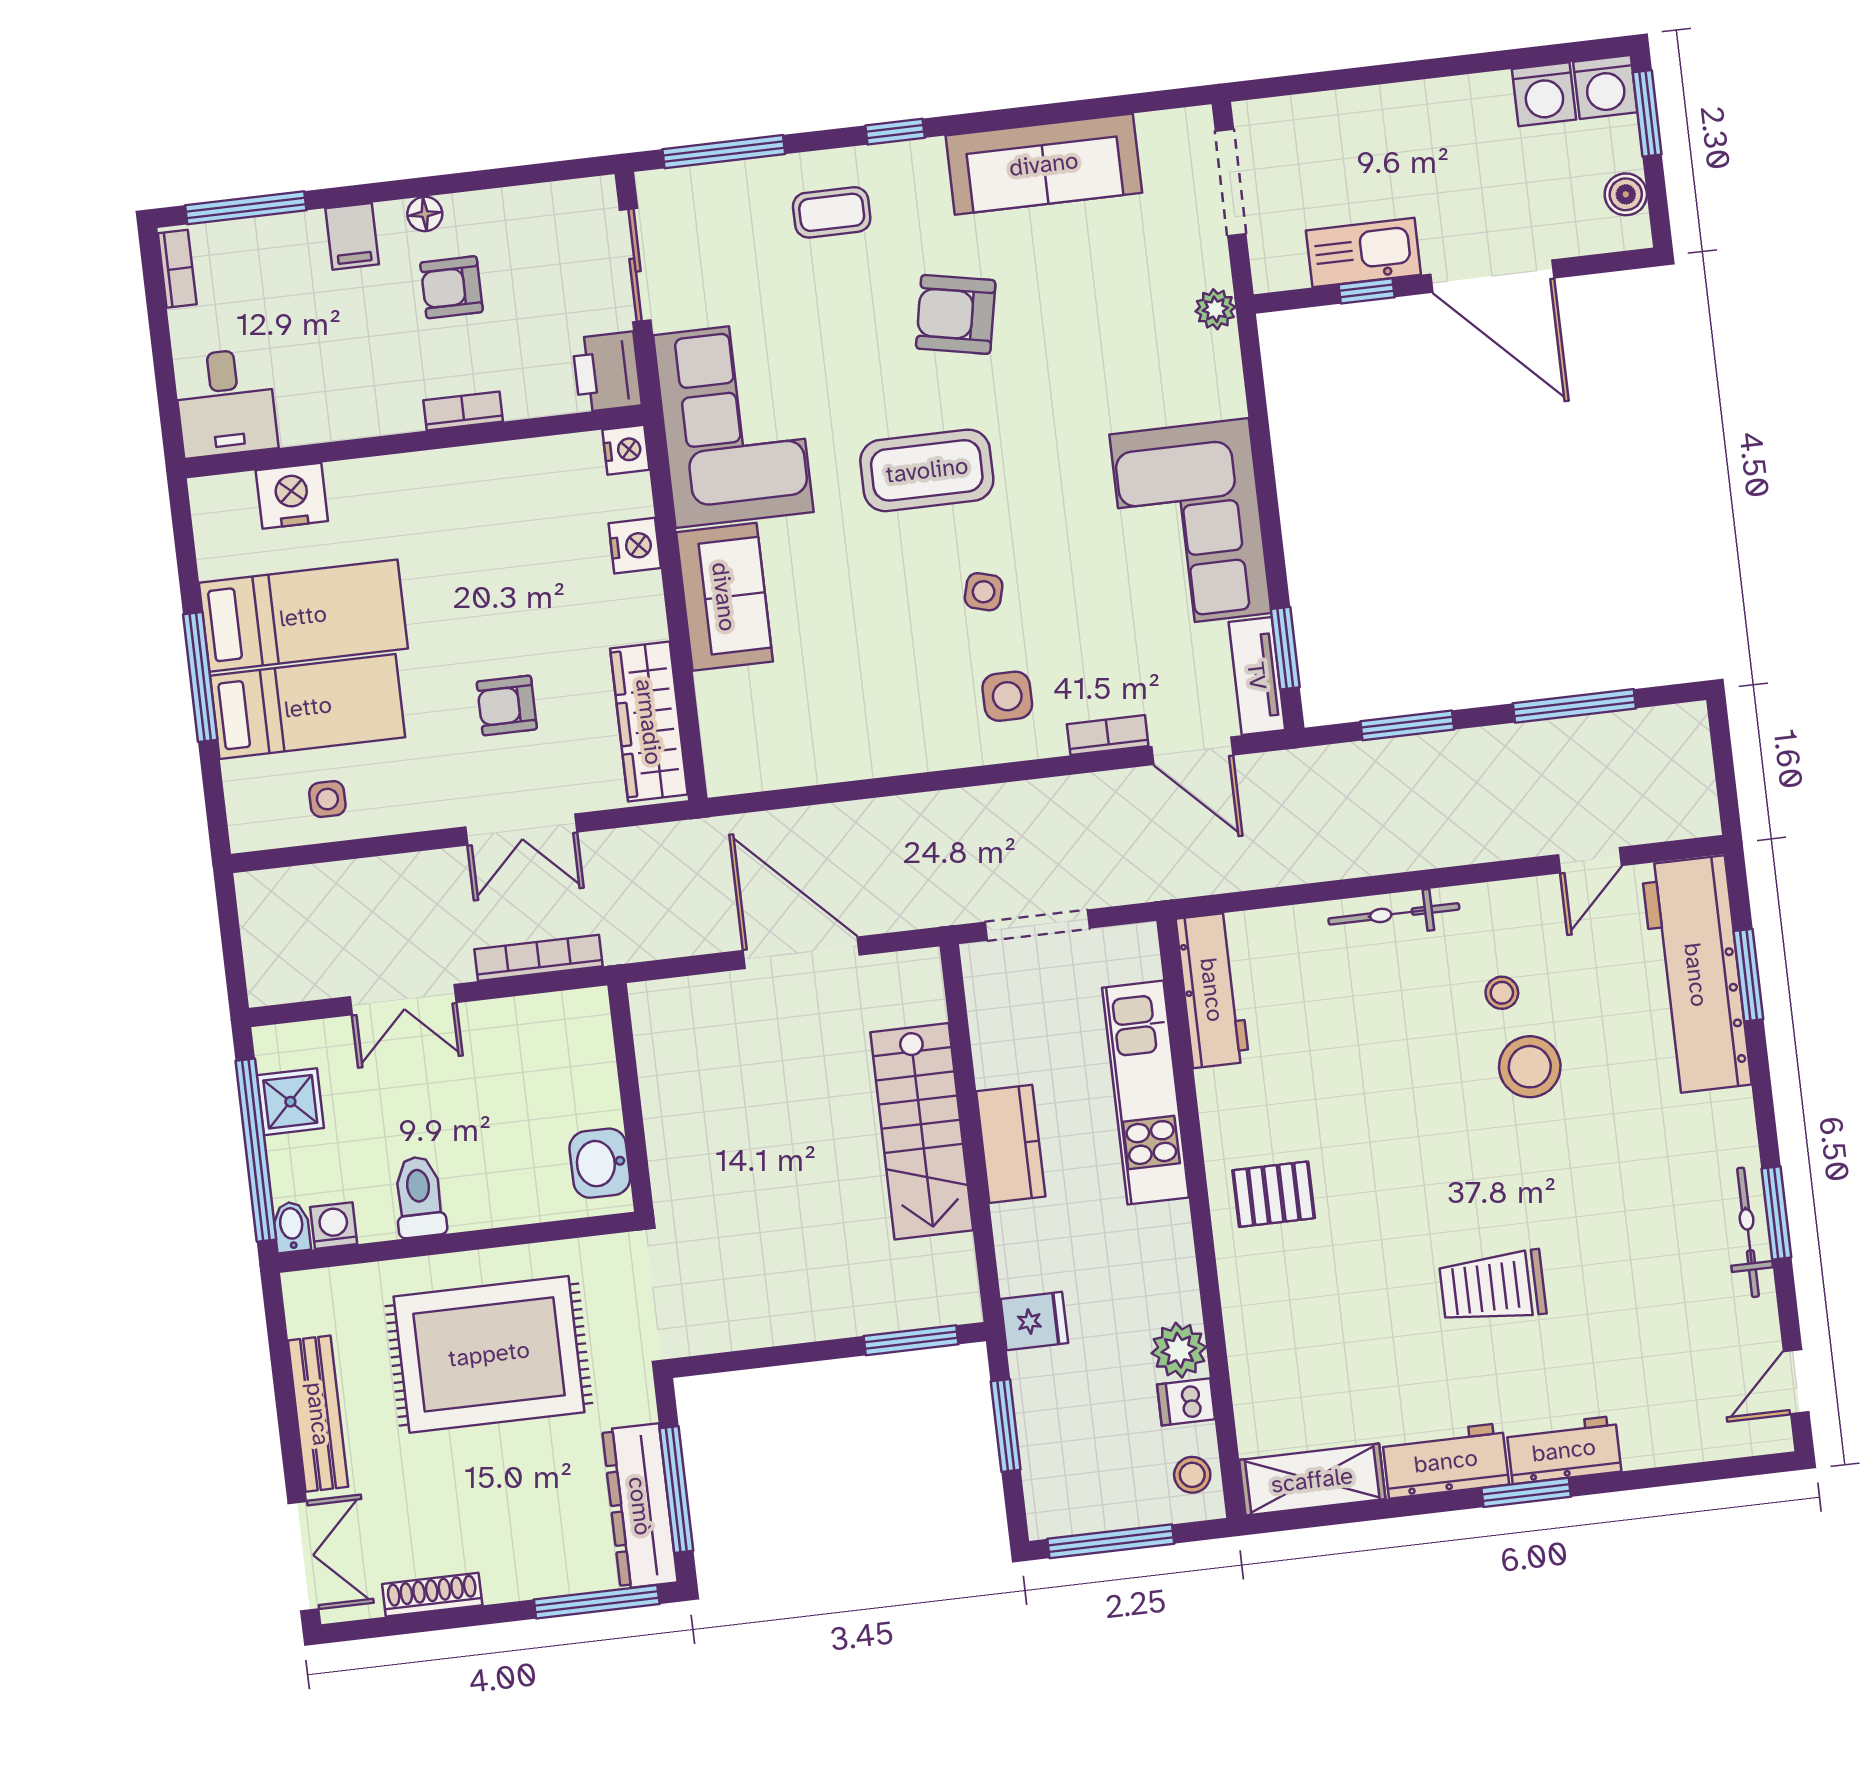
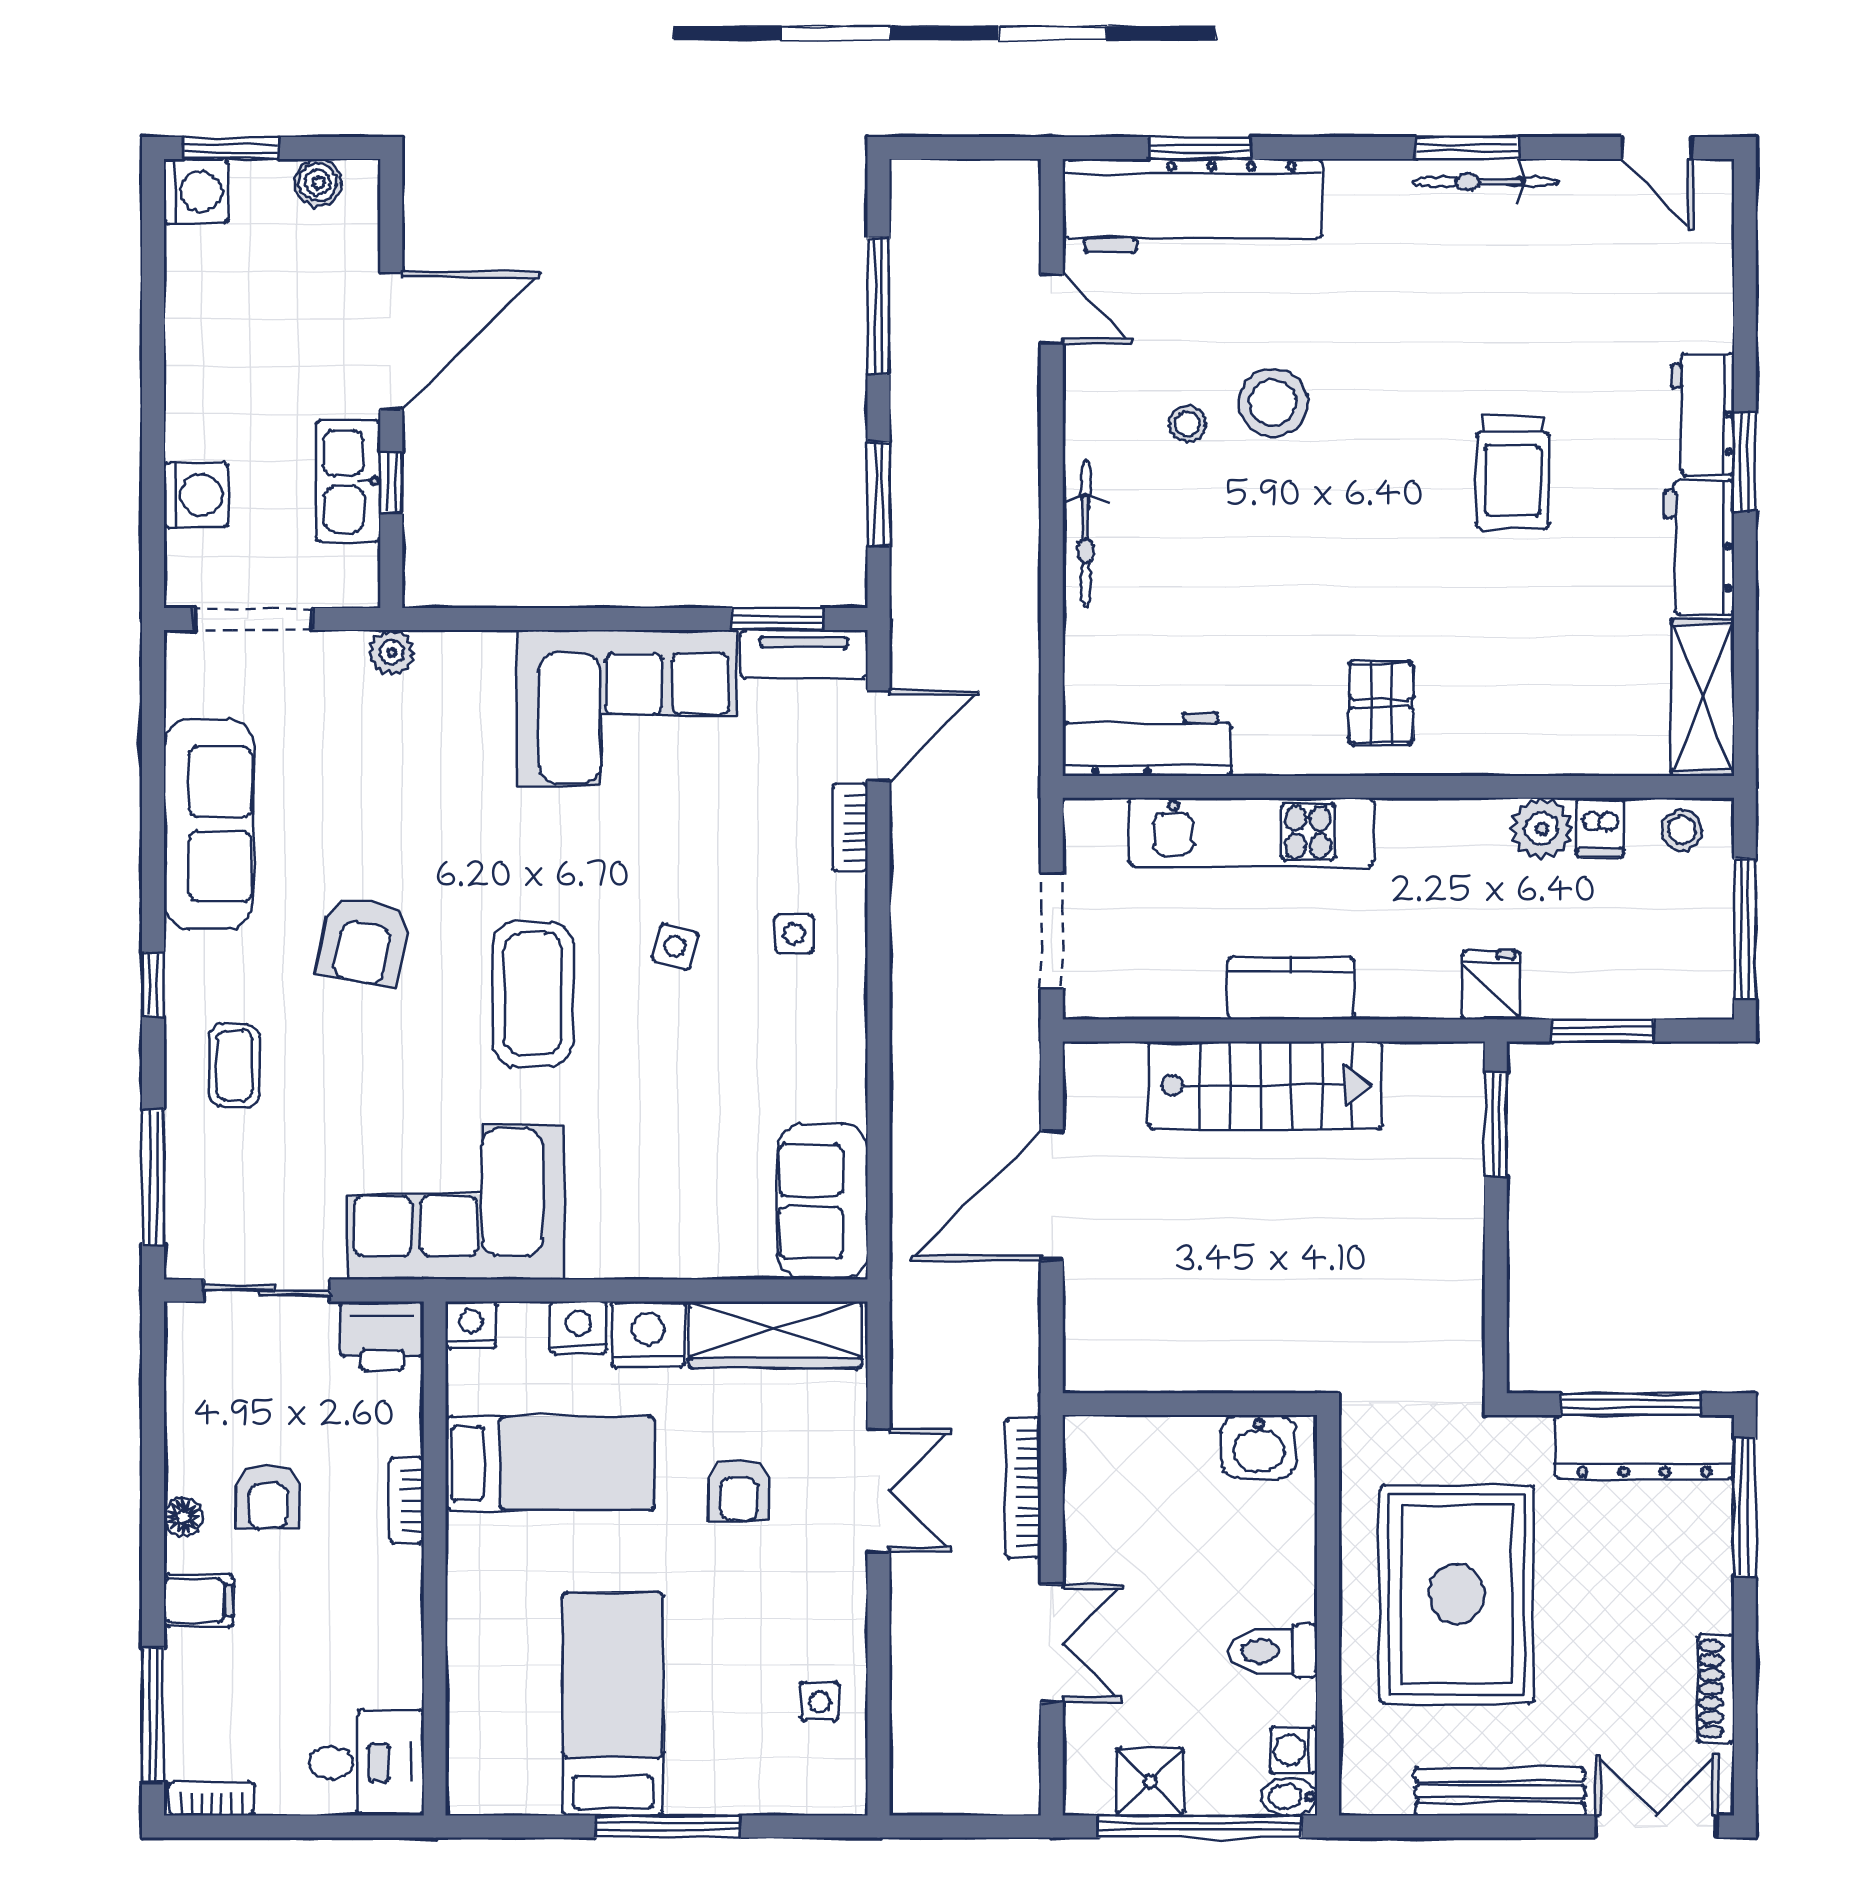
washing machine: (1544, 94) -> (196, 495), moved
nightstand: (292, 496) -> (648, 1334), moved, turned 90
sofa: (724, 597) -> (823, 1202), moved, turned -90
side table: (1007, 696) -> (794, 934), width x0.73, depth x0.73
bed: (308, 707) -> (550, 1463), moved, turned 90

